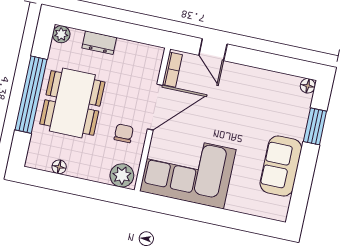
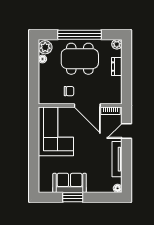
tv unit: (258, 76) -> (117, 159), added
window: (315, 126) -> (73, 197), moved
plant: (122, 175) -> (45, 47), moved

